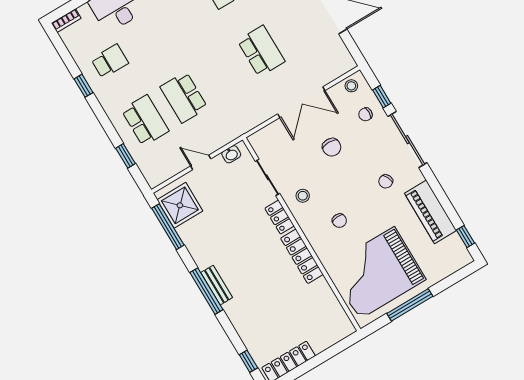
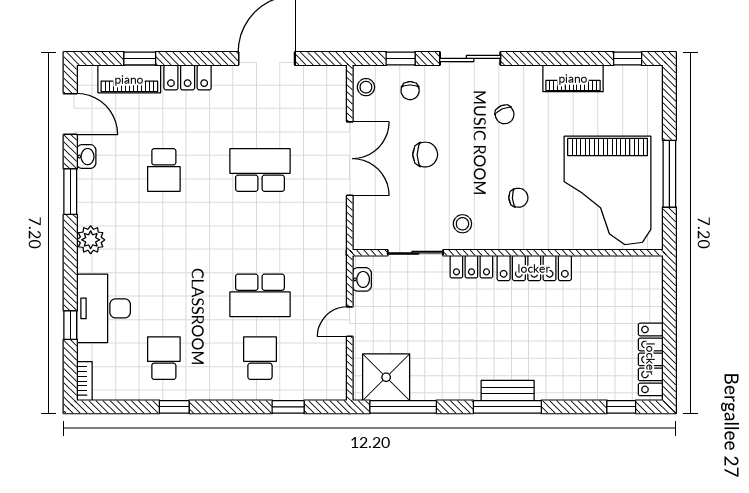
school desk: (145, 120) -> (260, 358), width x0.54
sliding door: (407, 140) -> (470, 58), width x0.73
piano: (431, 212) -> (573, 78), width x0.73, depth x0.75

